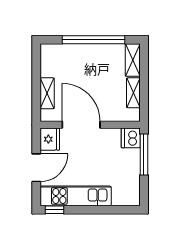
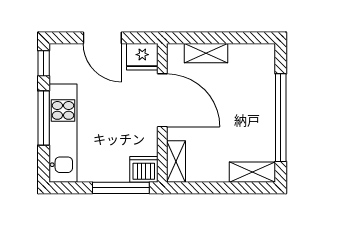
shelving: (133, 93) -> (176, 161), moved, turned 90
door: (81, 125) -> (162, 100), hinge flipped
kitchen unit: (76, 196) -> (63, 133), moved
window: (94, 210) -> (44, 118), added

